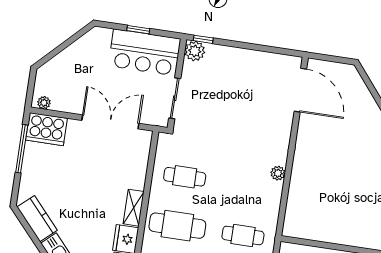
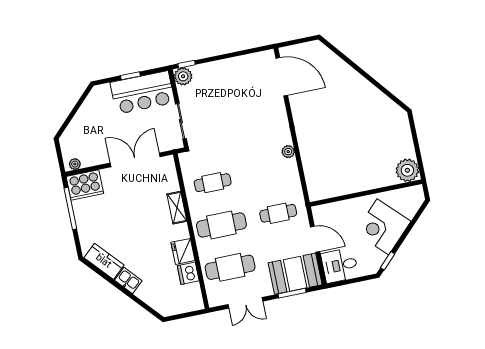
shelving: (134, 208) -> (177, 208), moved

